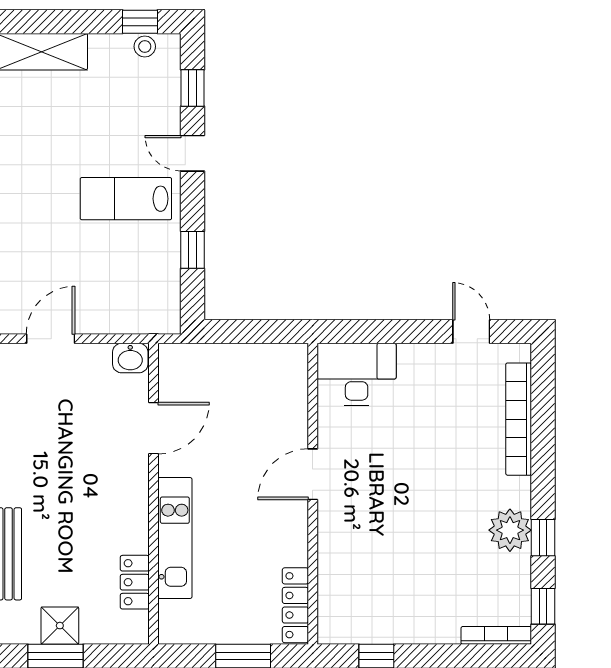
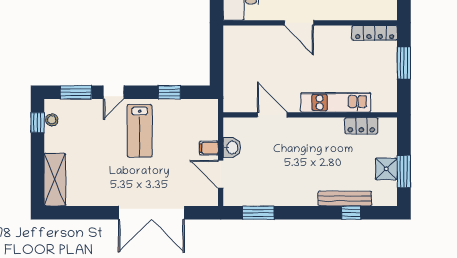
window: (193, 88) -> (76, 92), width x1.50
filing cabinet: (96, 318) -> (209, 148), added
washbasin: (130, 358) -> (232, 148), moved

